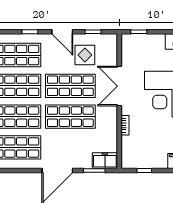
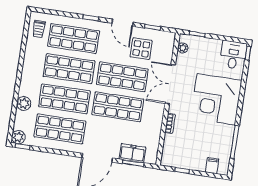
plant: (126, 48) -> (183, 48), added
freezer: (105, 161) -> (132, 153), moved

